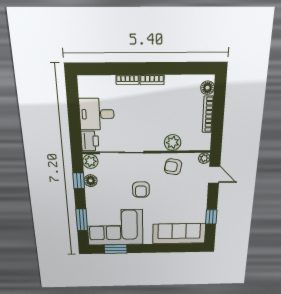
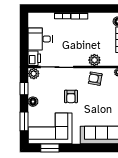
floor lamp: (91, 181) -> (33, 102), moved

